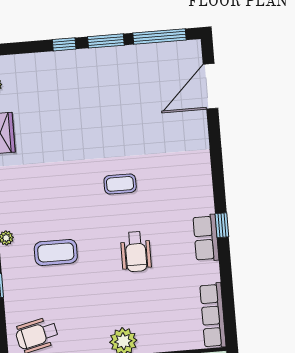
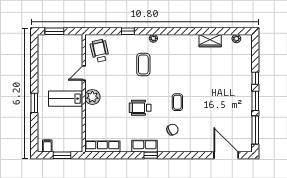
chair: (171, 189) -> (172, 130), added

